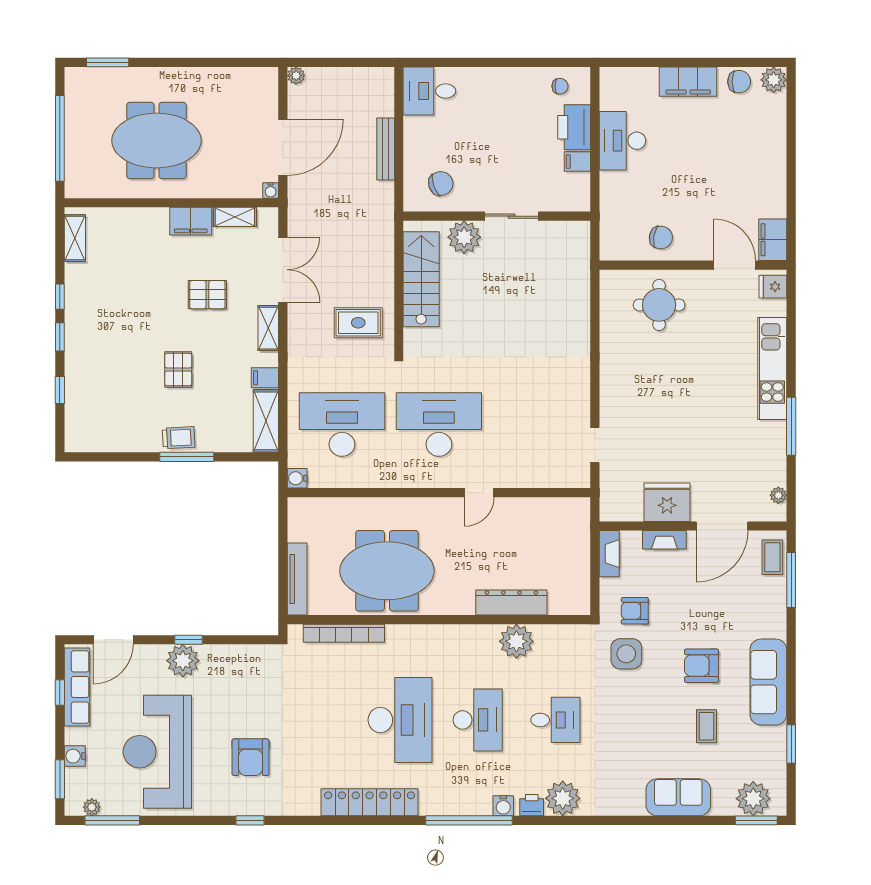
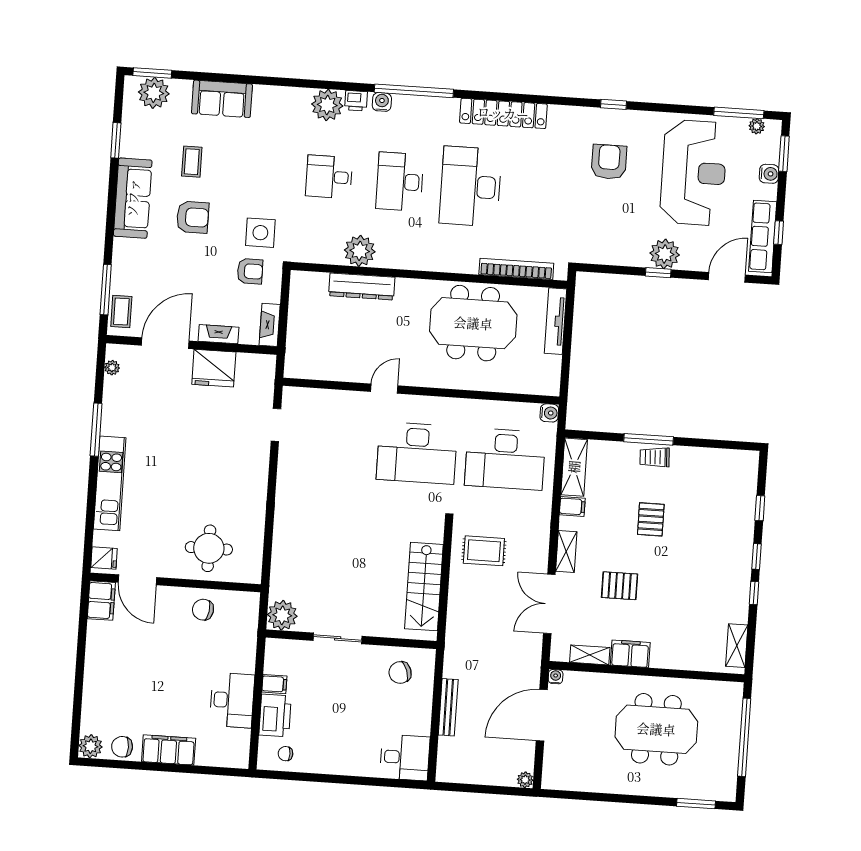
plant: (464, 237) -> (282, 615), moved

